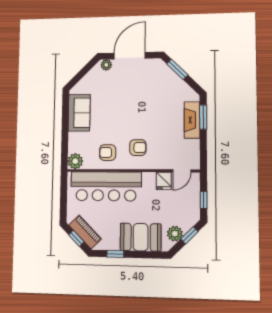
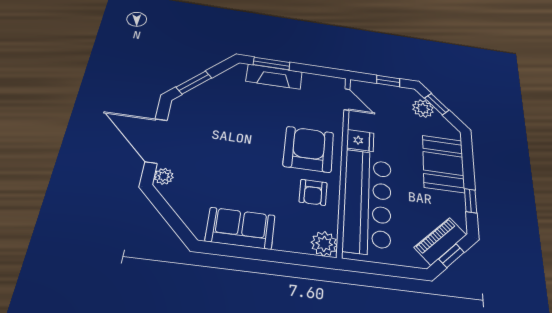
armchair: (138, 148) -> (309, 149), width x1.88, depth x1.88
fridge: (164, 181) -> (360, 141), moved
plant: (175, 234) -> (423, 109), moved

